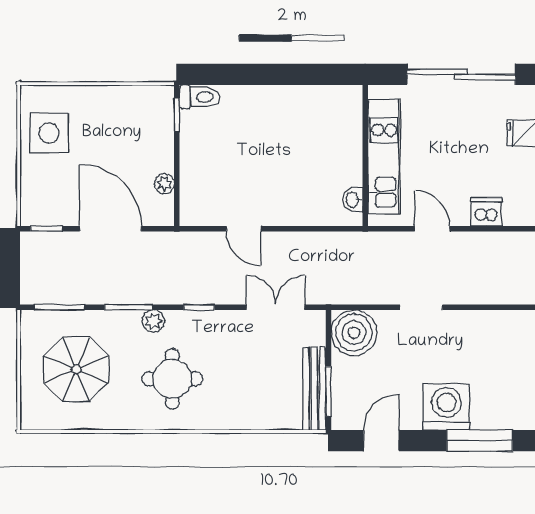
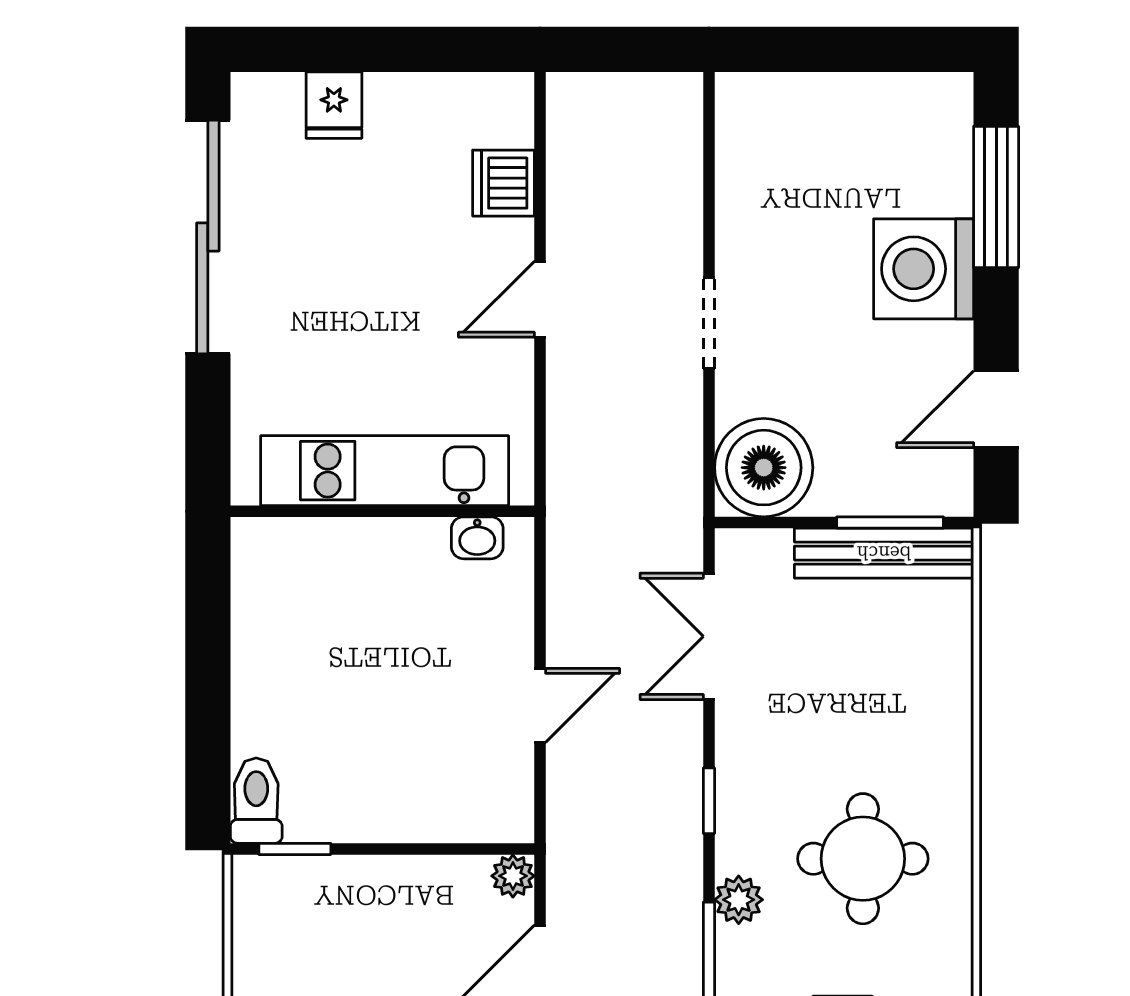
wall: (365, 156) -> (382, 511), moved
kitchen unit: (384, 157) -> (385, 471), moved
plant: (164, 184) -> (513, 876), moved
washbasin: (353, 200) -> (477, 538), moved
door: (381, 441) -> (996, 409), hinge flipped

